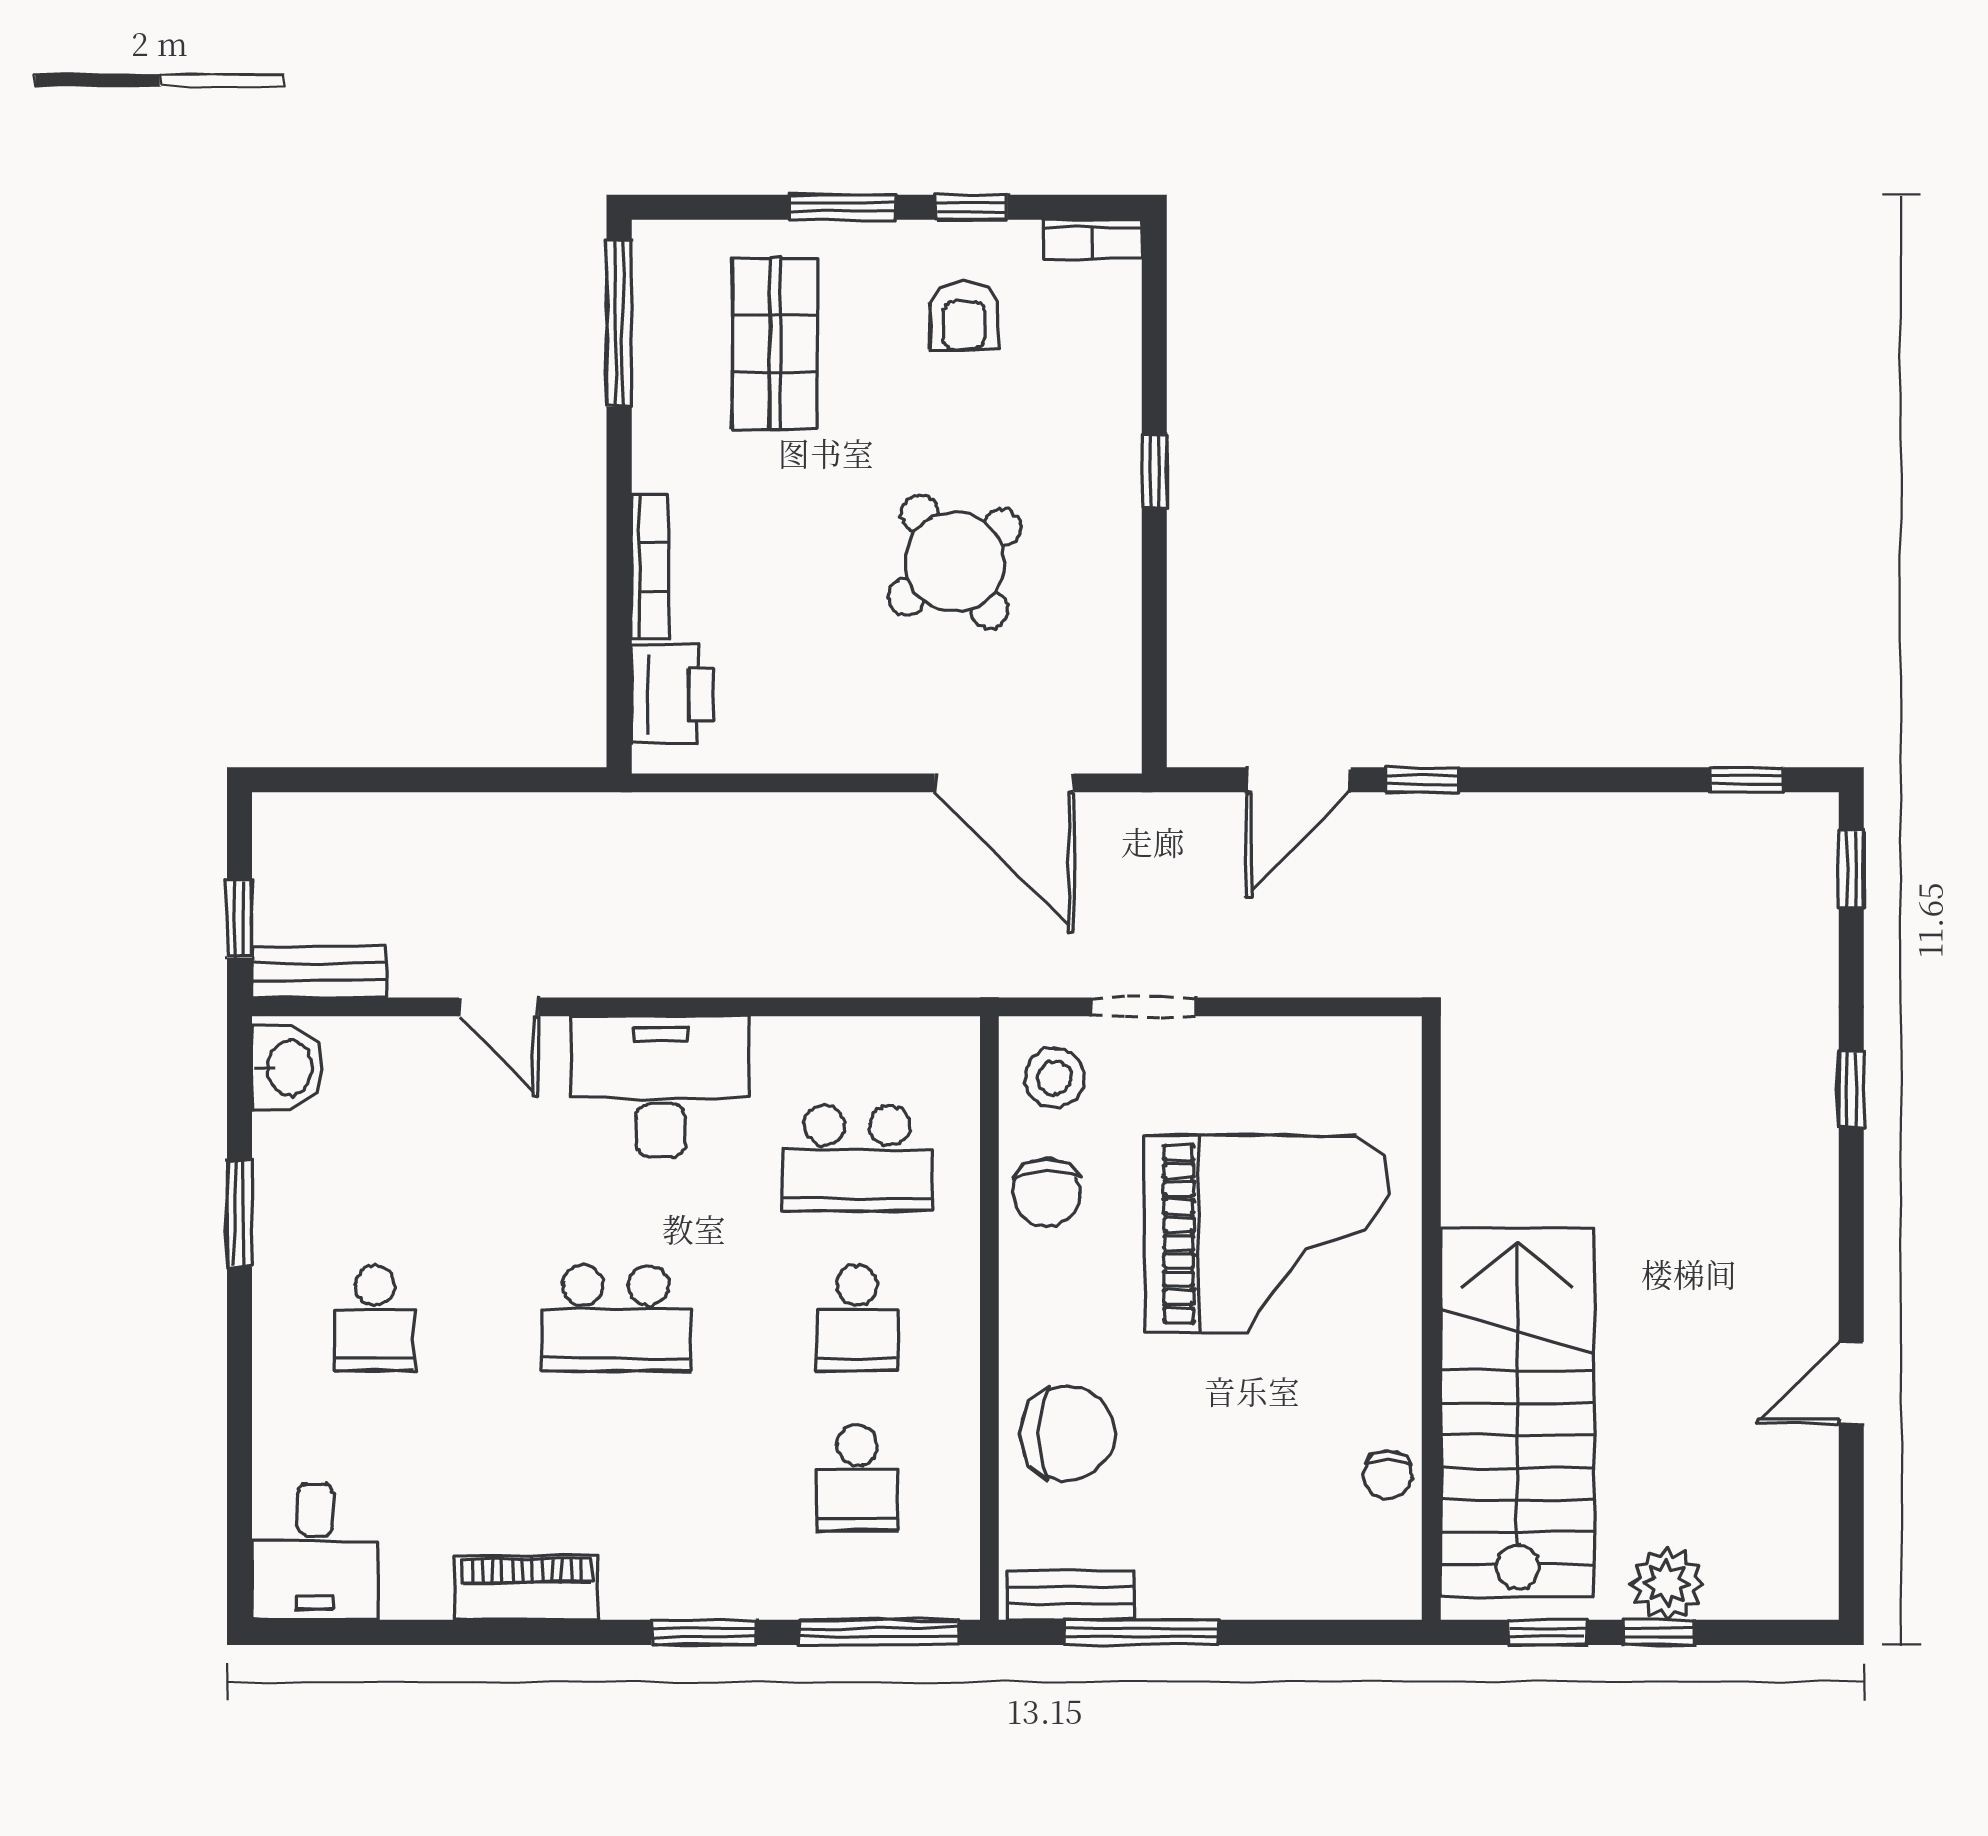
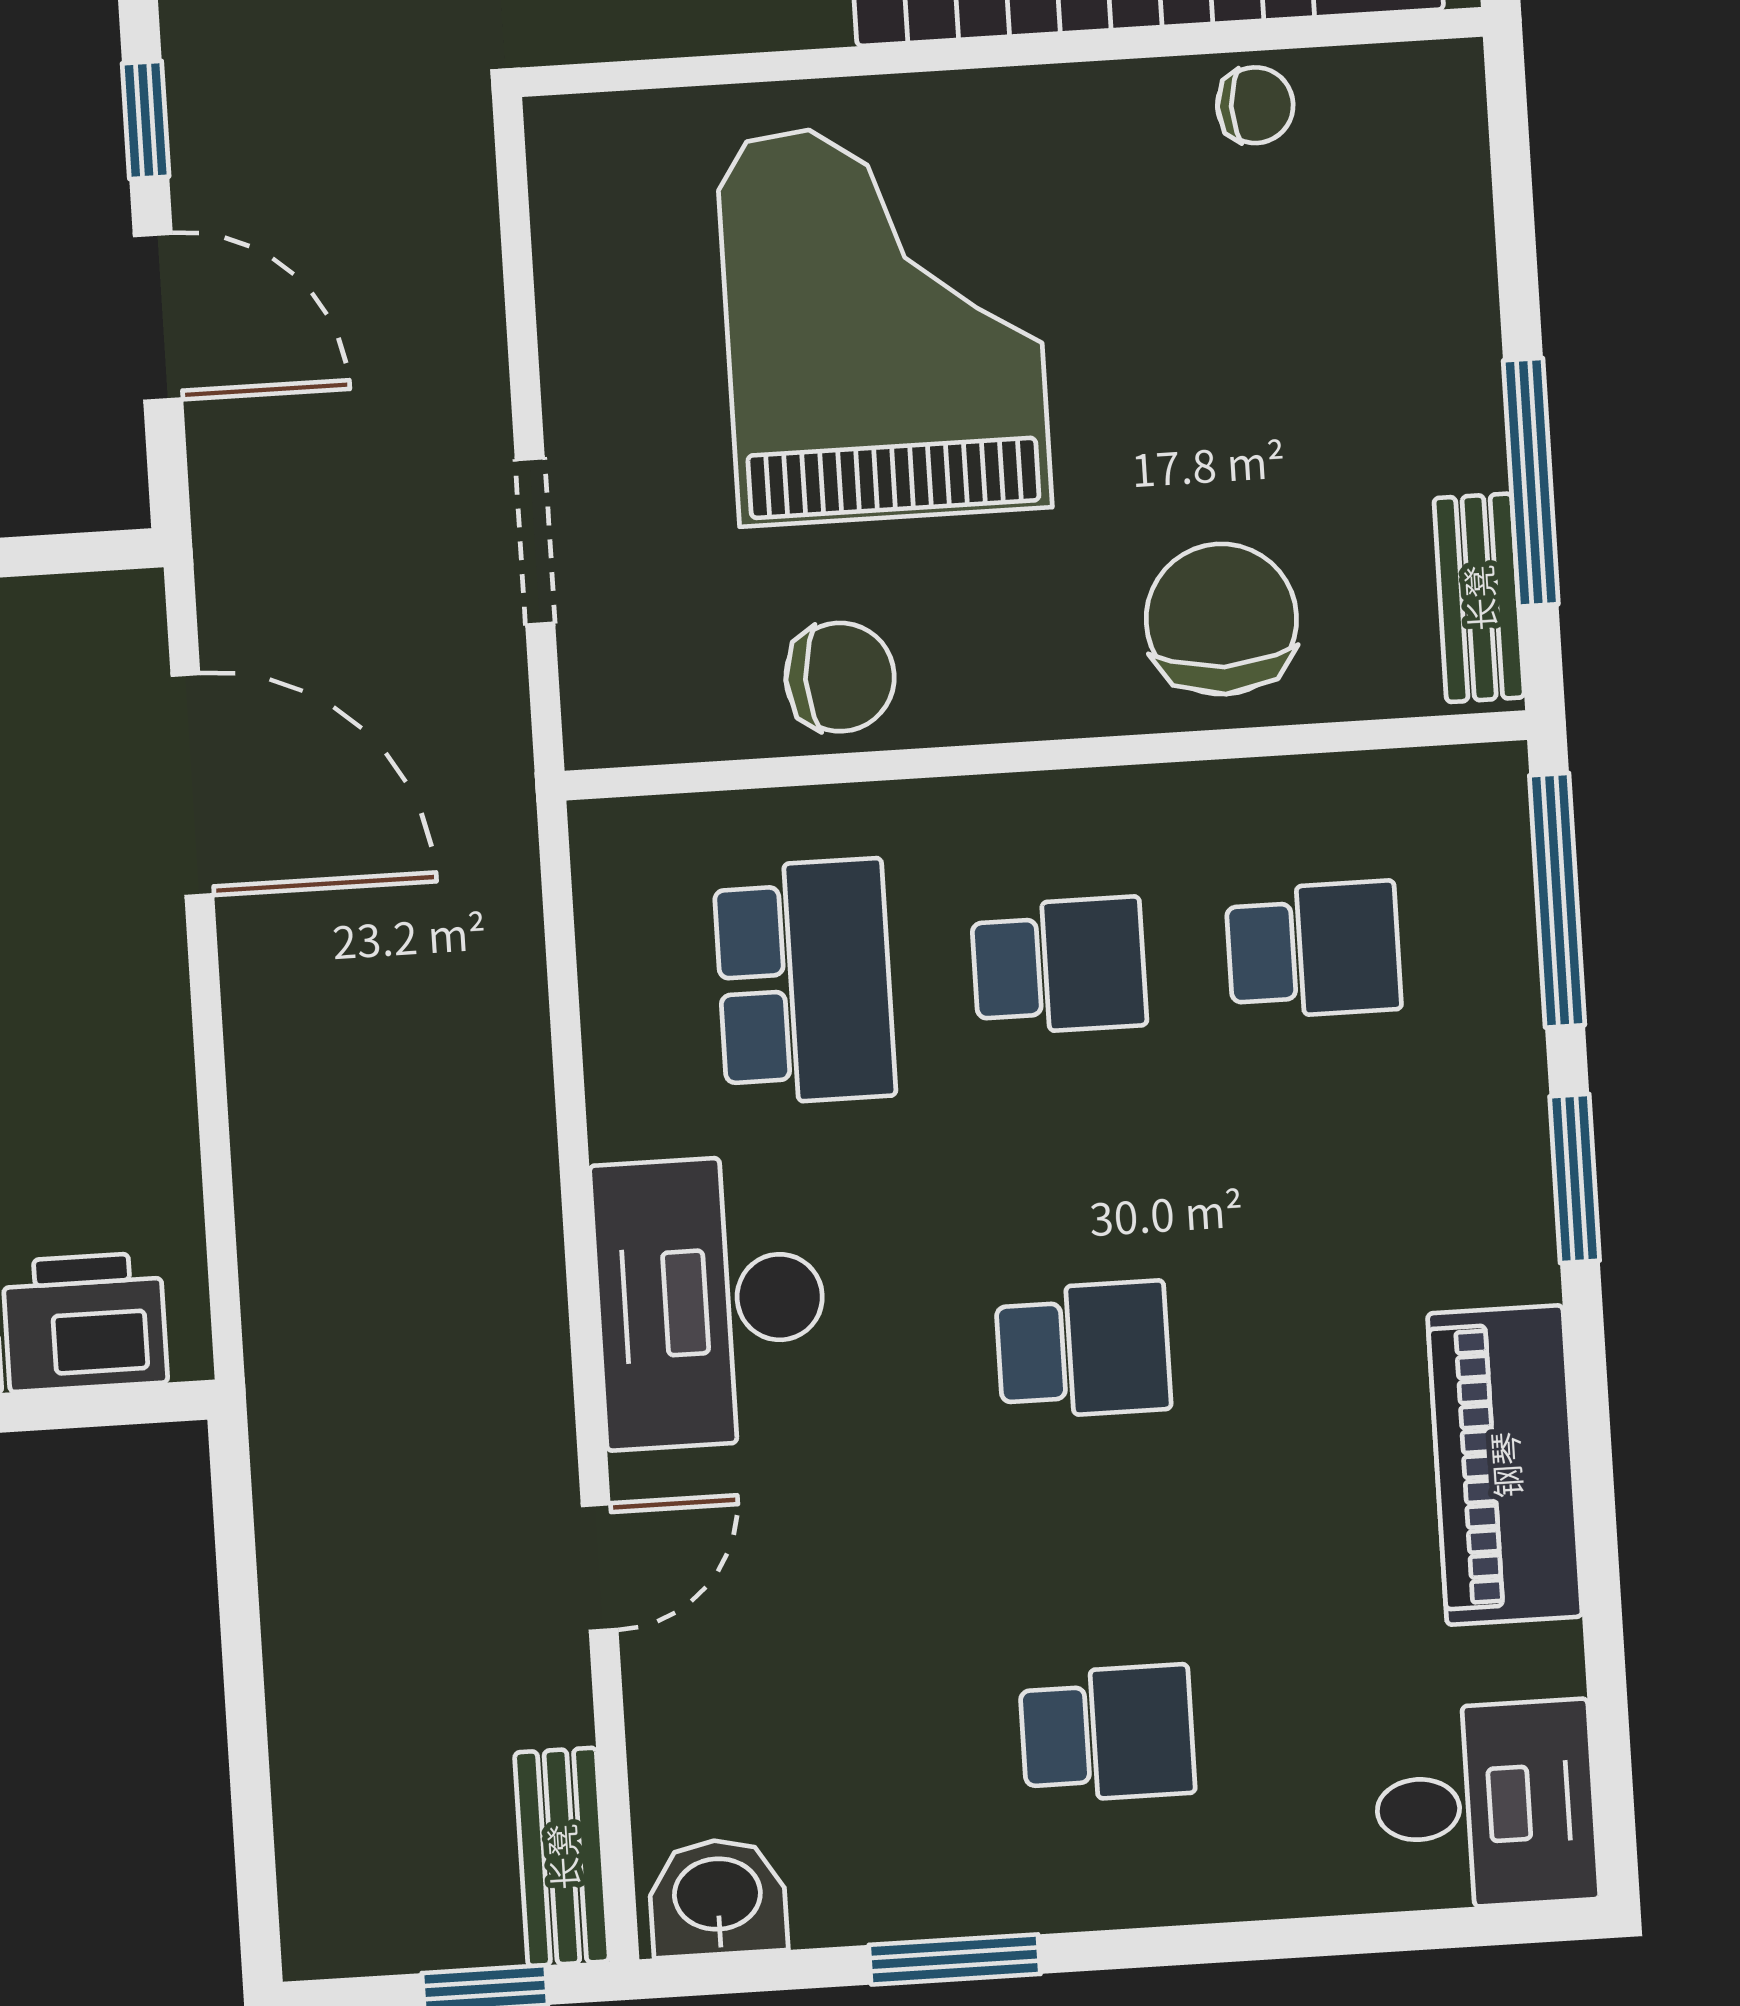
door: (1004, 783) -> (192, 785), hinge flipped
stool: (1055, 1078) -> (657, 675), removed
school desk: (616, 1318) -> (1083, 1350), width x0.54
piano: (527, 1588) -> (1505, 1465), width x1.37, depth x1.33

